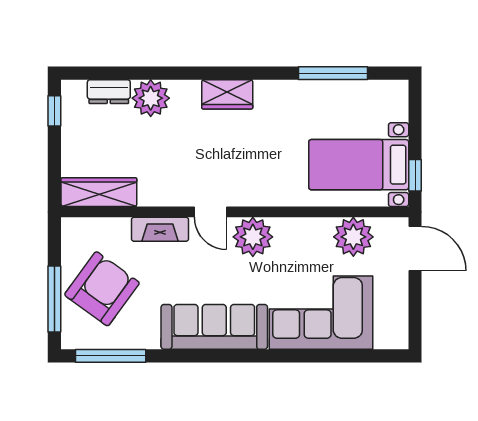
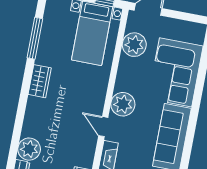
wardrobe: (227, 94) -> (40, 81), moved
door: (210, 212) -> (103, 127), swing flipped

